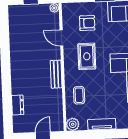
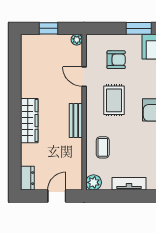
wardrobe: (18, 76) -> (29, 121), added
dresser: (18, 105) -> (27, 178), moved

